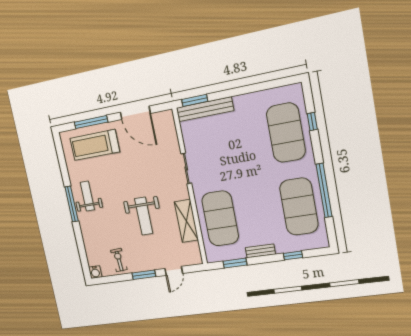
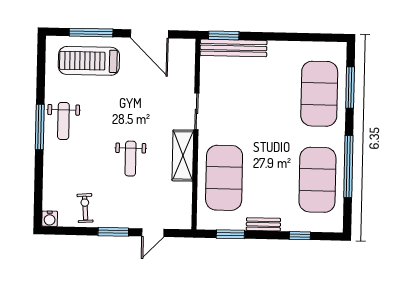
window: (312, 122) -> (350, 88), width x2.17
weight bench: (87, 196) -> (63, 121), turned 180
weight bench: (144, 216) -> (131, 159), width x0.73, depth x0.75
shelving: (186, 221) -> (183, 155), moved

